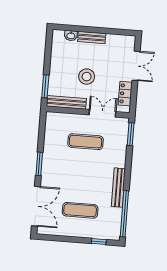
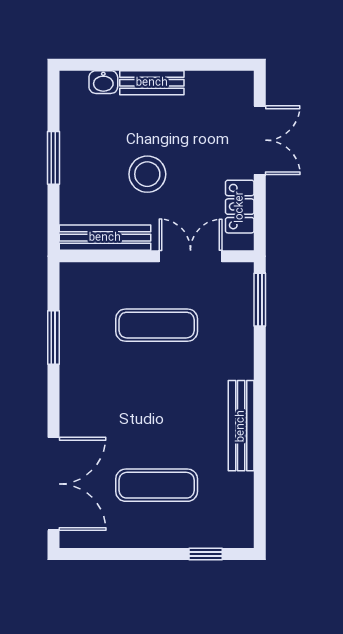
window: (45, 86) -> (53, 158), moved
window: (39, 164) -> (53, 338), moved
window: (124, 214) -> (260, 485), removed

